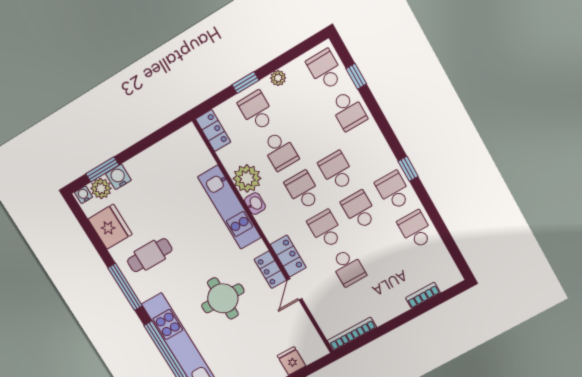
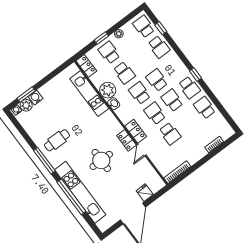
school desk: (394, 191) -> (189, 87), turned 180
kitchen unit: (230, 207) -> (89, 94), moved
fridge: (110, 227) -> (33, 127), removed

